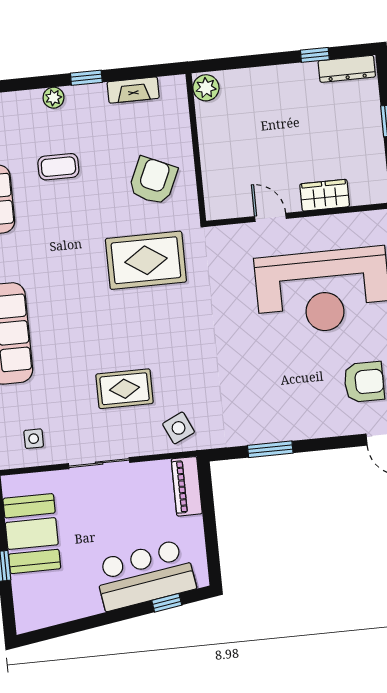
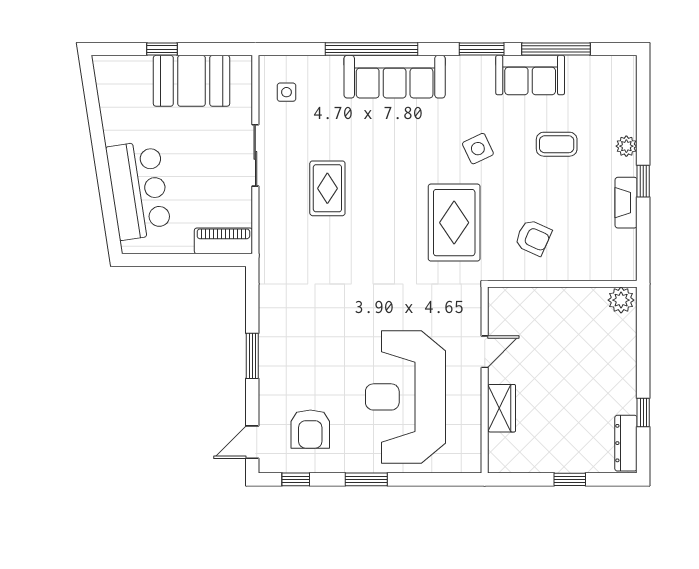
fireplace: (133, 90) -> (626, 203), moved
coffee table: (58, 167) -> (557, 144), turned 90
armchair: (153, 181) -> (533, 238), width x0.72, depth x0.72
side table: (179, 428) -> (478, 149), moved
window: (270, 449) -> (252, 356), moved
window: (167, 603) -> (109, 209), removed

